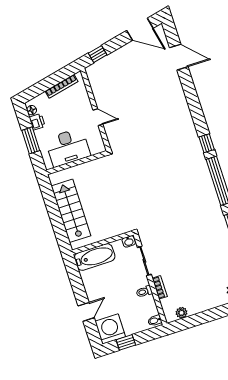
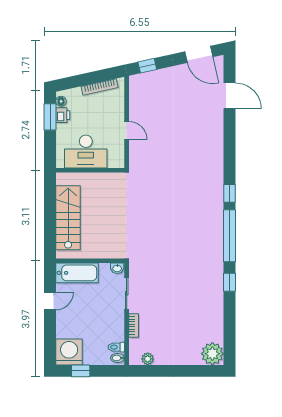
window: (31, 140) -> (50, 117), moved
toilet: (144, 292) -> (116, 347), moved
door: (86, 312) -> (50, 301), moved

